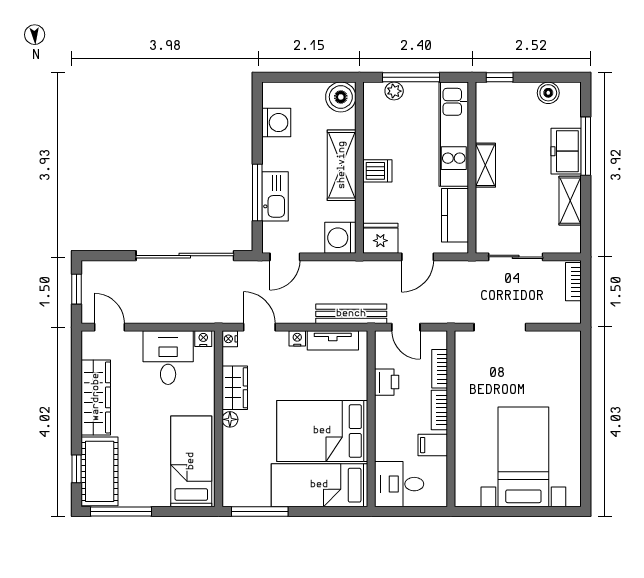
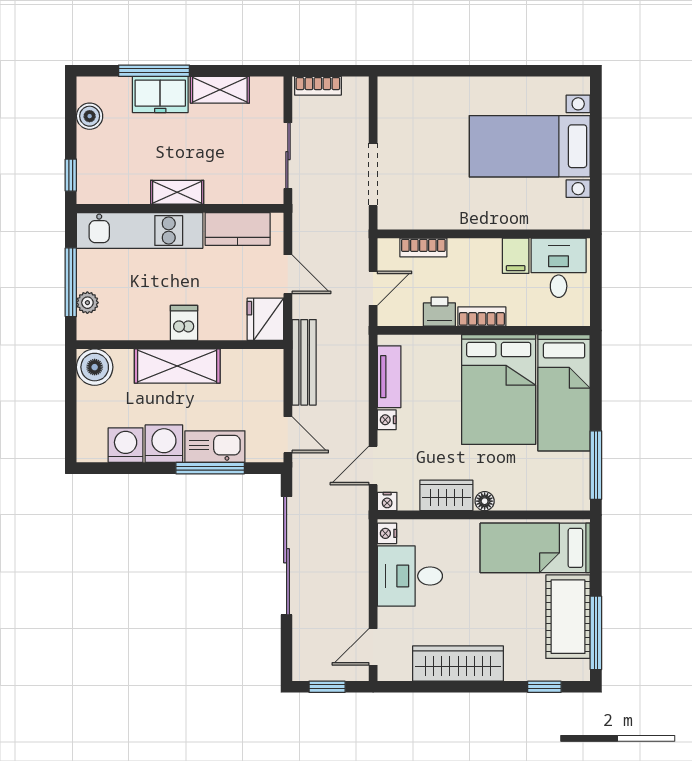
washing machine: (340, 238) -> (164, 444), moved, turned 180
bench: (351, 314) -> (304, 362), moved
bookcase: (439, 410) -> (482, 317), moved, turned 180
cot: (100, 471) -> (568, 617), moved, turned 90
desk: (399, 484) -> (559, 268), moved, turned 180

